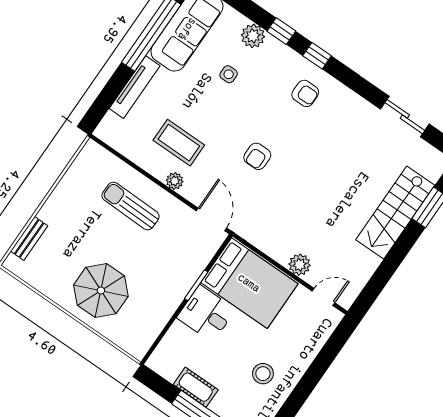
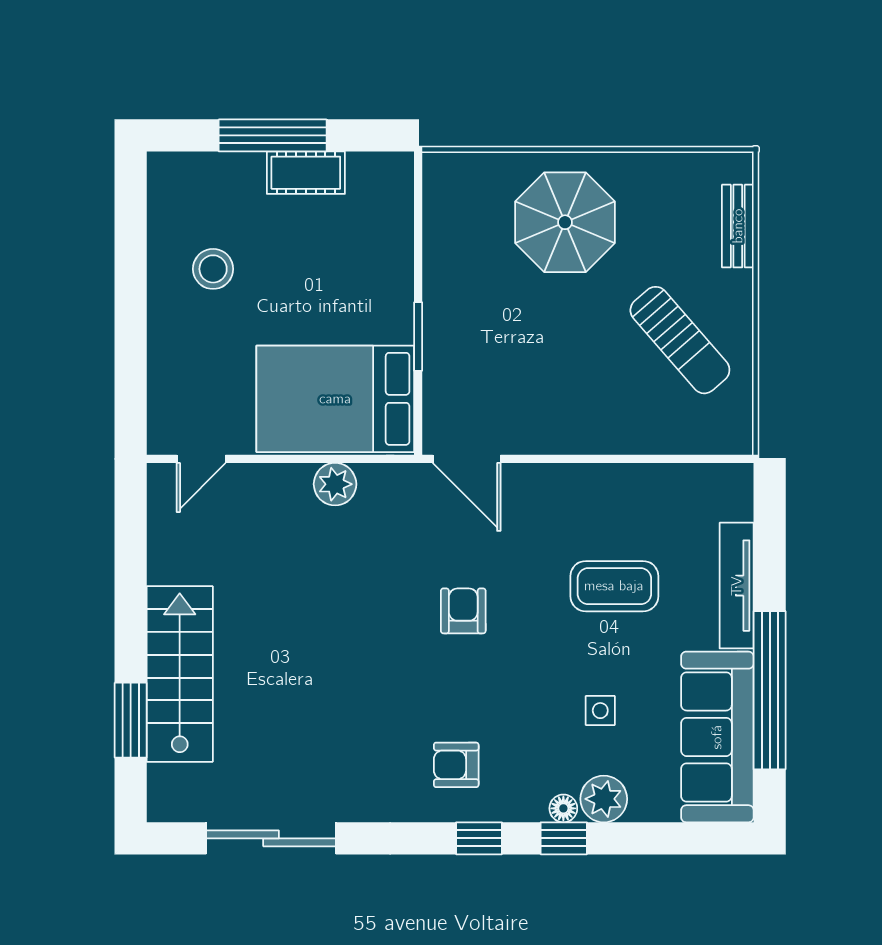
floor lamp: (273, 44) -> (563, 808), added
sliding door: (405, 117) -> (271, 838), width x1.37
coffee table: (179, 143) -> (614, 586), moved
plant: (175, 181) -> (568, 480), removed
sun lounger: (131, 206) -> (680, 340), moved, turned 48
plant: (300, 265) -> (335, 484), moved
desk: (206, 314) -> (371, 302), removed

